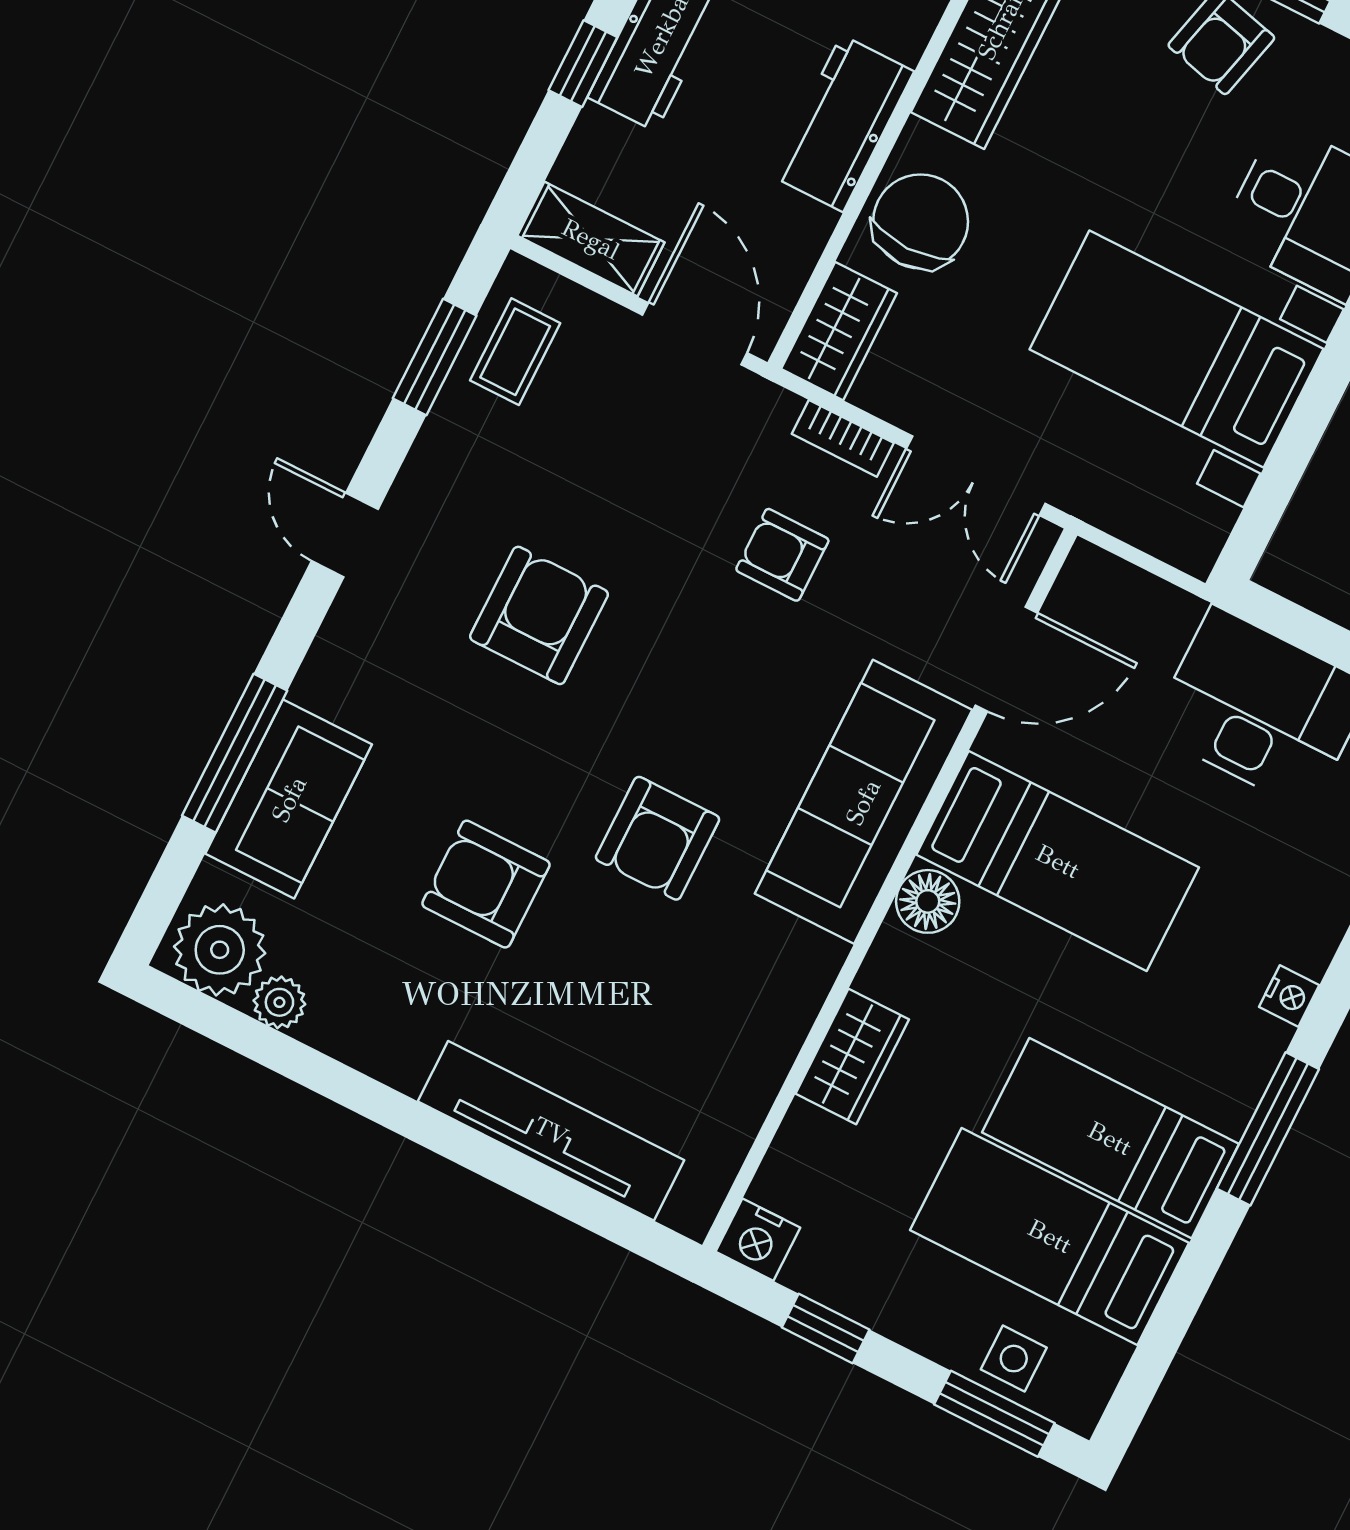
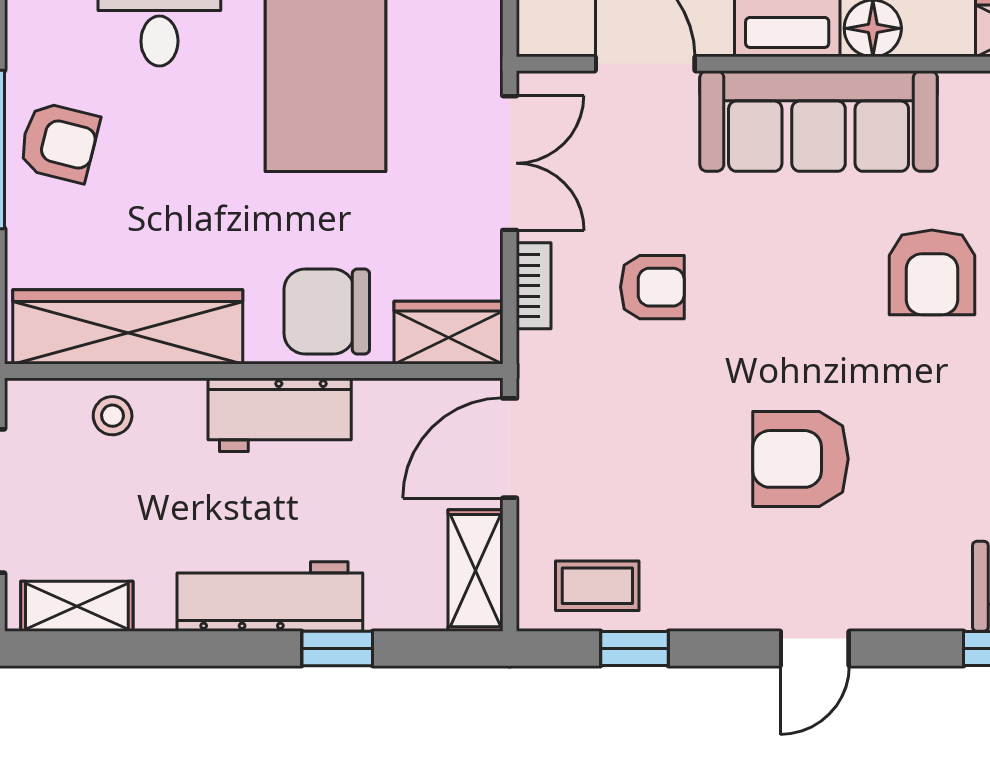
window: (435, 357) -> (634, 648), width x0.67
armchair: (782, 555) -> (652, 287), turned -90
armchair: (658, 838) -> (932, 272), turned 90

